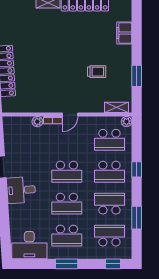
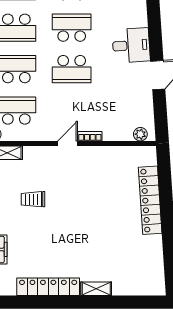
plant: (37, 122) -> (140, 134), moved
school desk: (67, 172) -> (72, 69), turned 180

